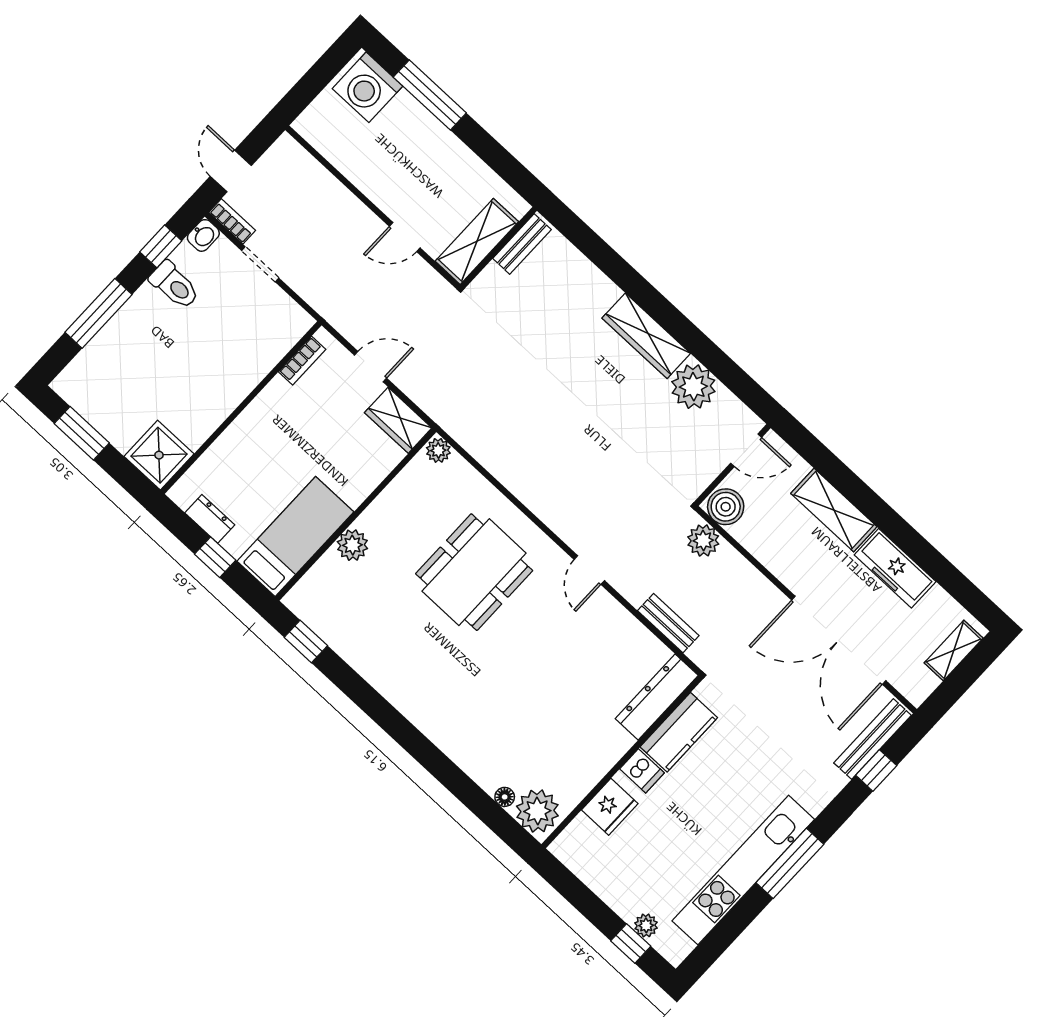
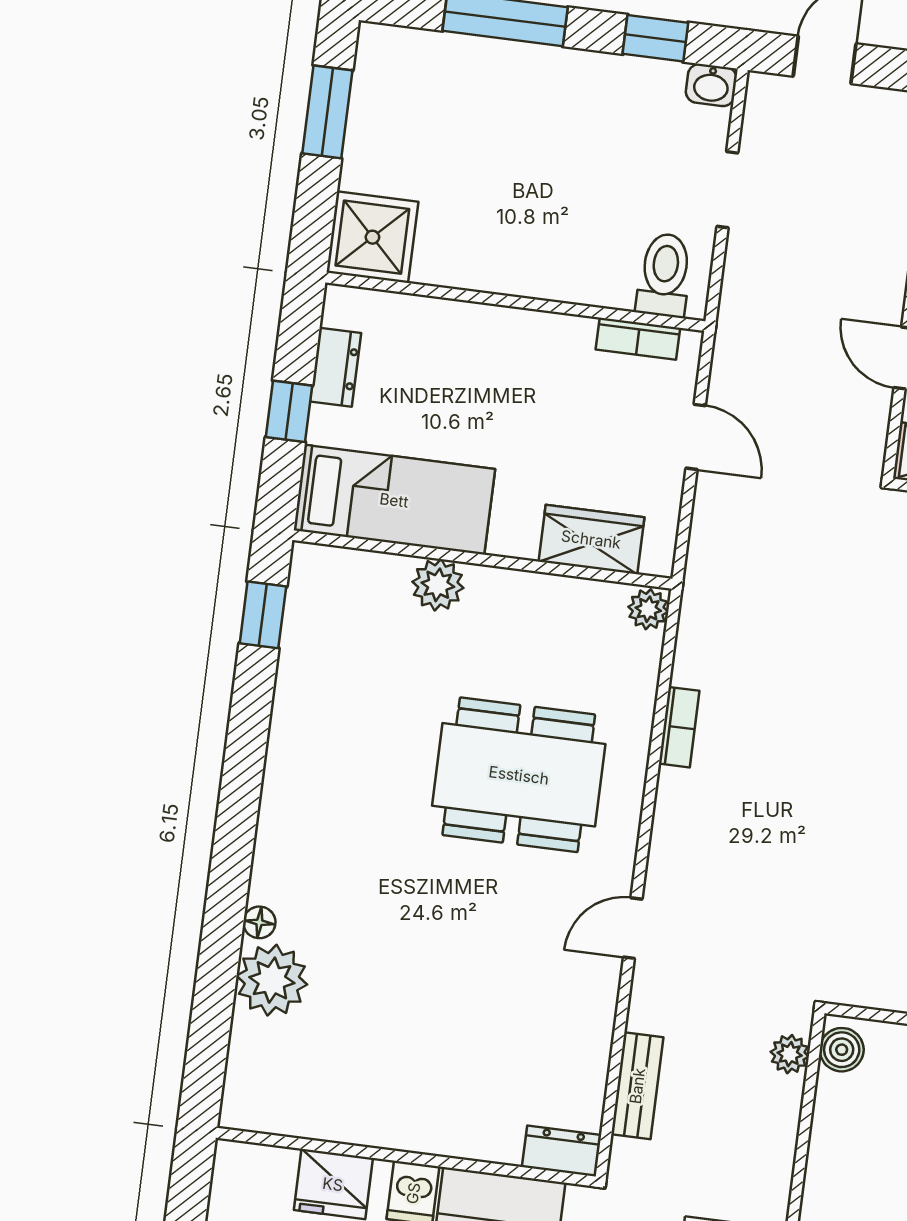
bookcase: (232, 221) -> (679, 727), moved
toilet: (174, 285) -> (664, 275), moved, turned 180
wardrobe: (398, 420) -> (591, 539), moved, turned 90
boiler: (726, 507) -> (842, 1050), width x0.73, depth x0.73
plant: (703, 541) -> (790, 1054), width x0.73, depth x0.73
dresser: (657, 697) -> (562, 1151), width x0.51, depth x0.80
floor lamp: (505, 797) -> (259, 922), moved
plant: (537, 811) -> (272, 980), moved

